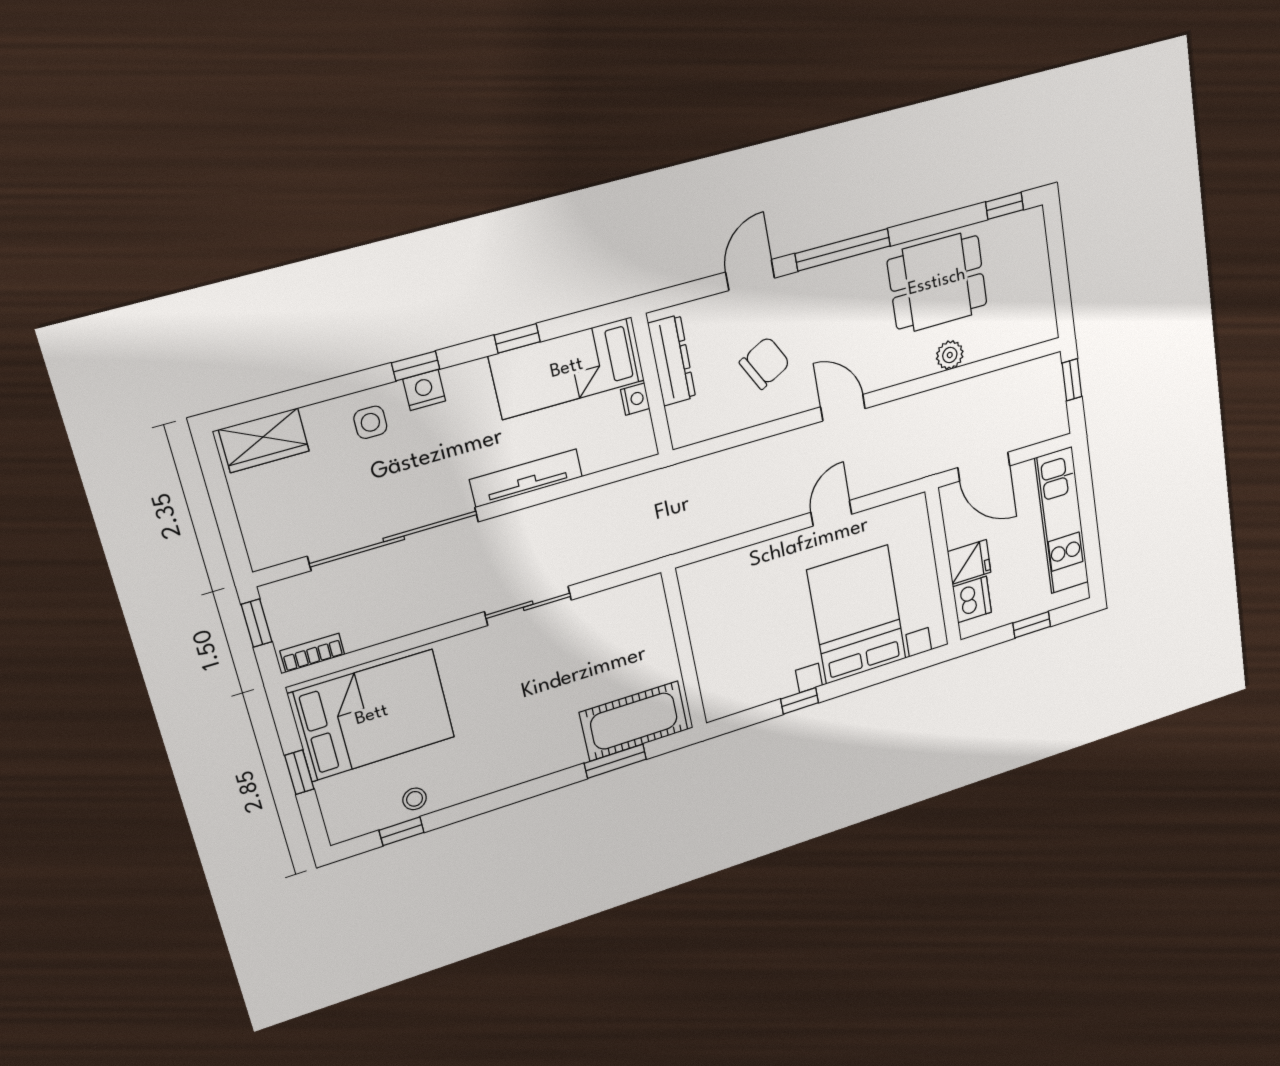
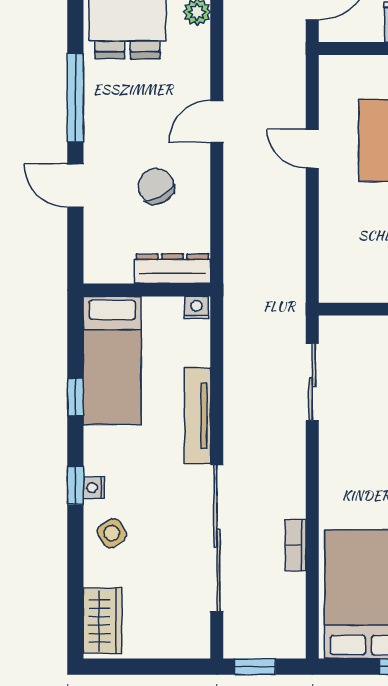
dresser: (672, 361) -> (172, 269), moved
nightstand: (424, 390) -> (94, 488), width x0.72, depth x0.74
nightstand: (635, 399) -> (196, 308), moved
side table: (370, 422) -> (112, 533), turned -33
sliding door: (528, 606) -> (312, 382), moved
bookcase: (312, 653) -> (296, 545), moved

